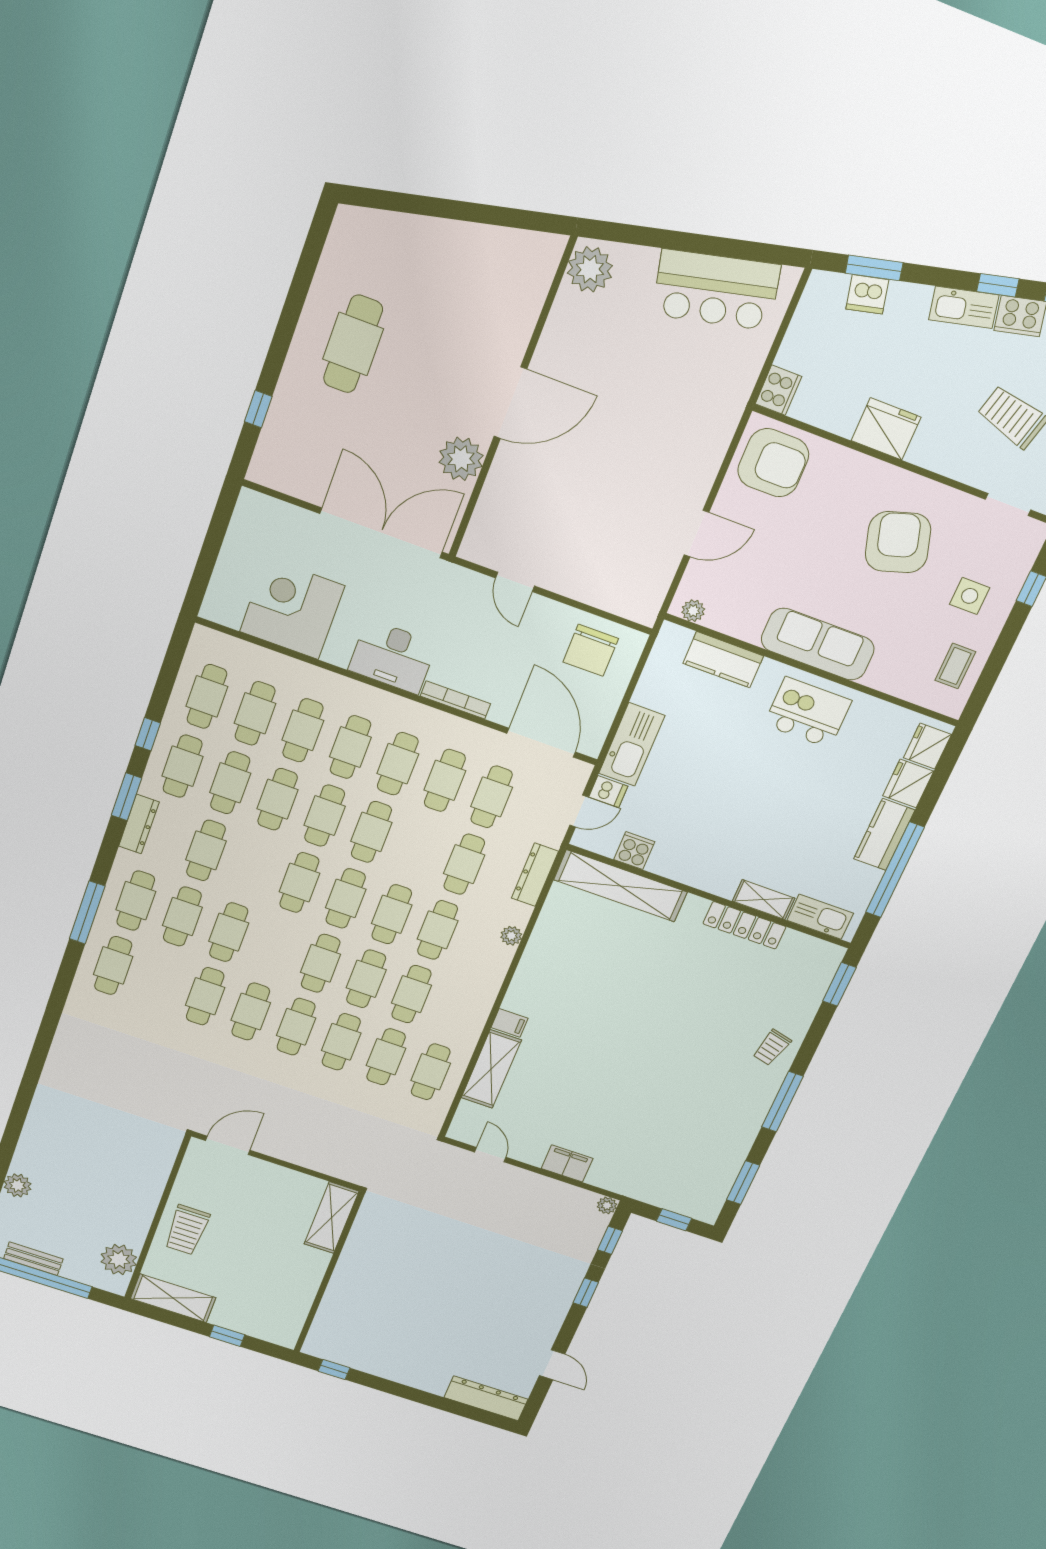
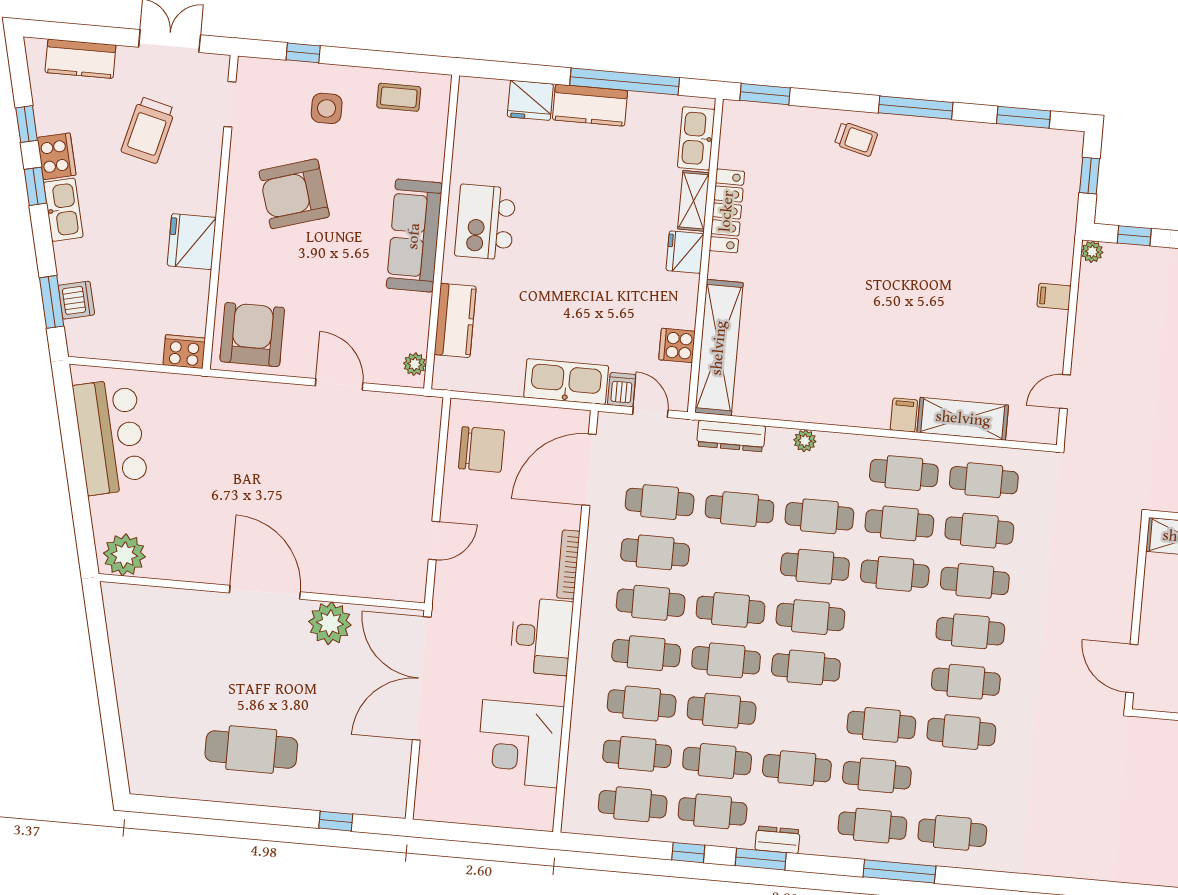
fridge: (927, 746) -> (685, 252), moved, turned 90
dresser: (139, 824) -> (778, 840), width x0.70
cafe table: (321, 963) -> (904, 473), moved
filing cabinet: (567, 1164) -> (1054, 296), width x0.50

